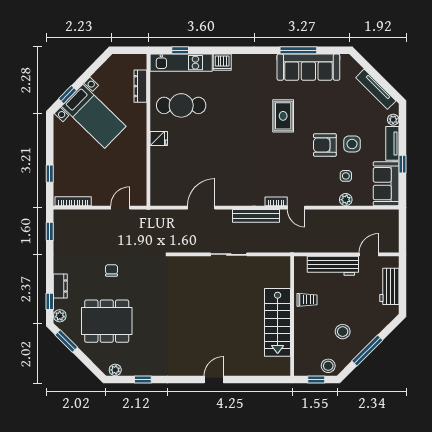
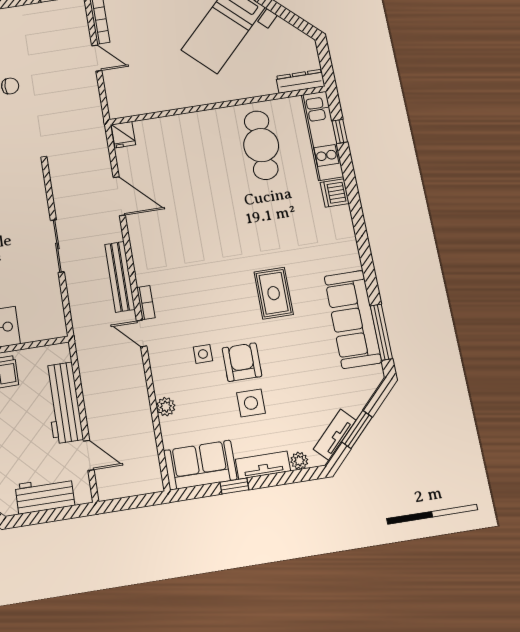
window: (298, 50) -> (381, 332), moved
window: (379, 79) -> (357, 429), added
dresser: (140, 86) -> (300, 81), moved
tv unit: (376, 89) -> (335, 435), width x0.71
rug: (283, 116) -> (274, 293), turned 90
fridge: (159, 138) -> (123, 135), moved
side table: (346, 176) -> (203, 354), moved
door: (120, 208) -> (97, 58), moved
door: (296, 208) -> (142, 333), hinge flipped

